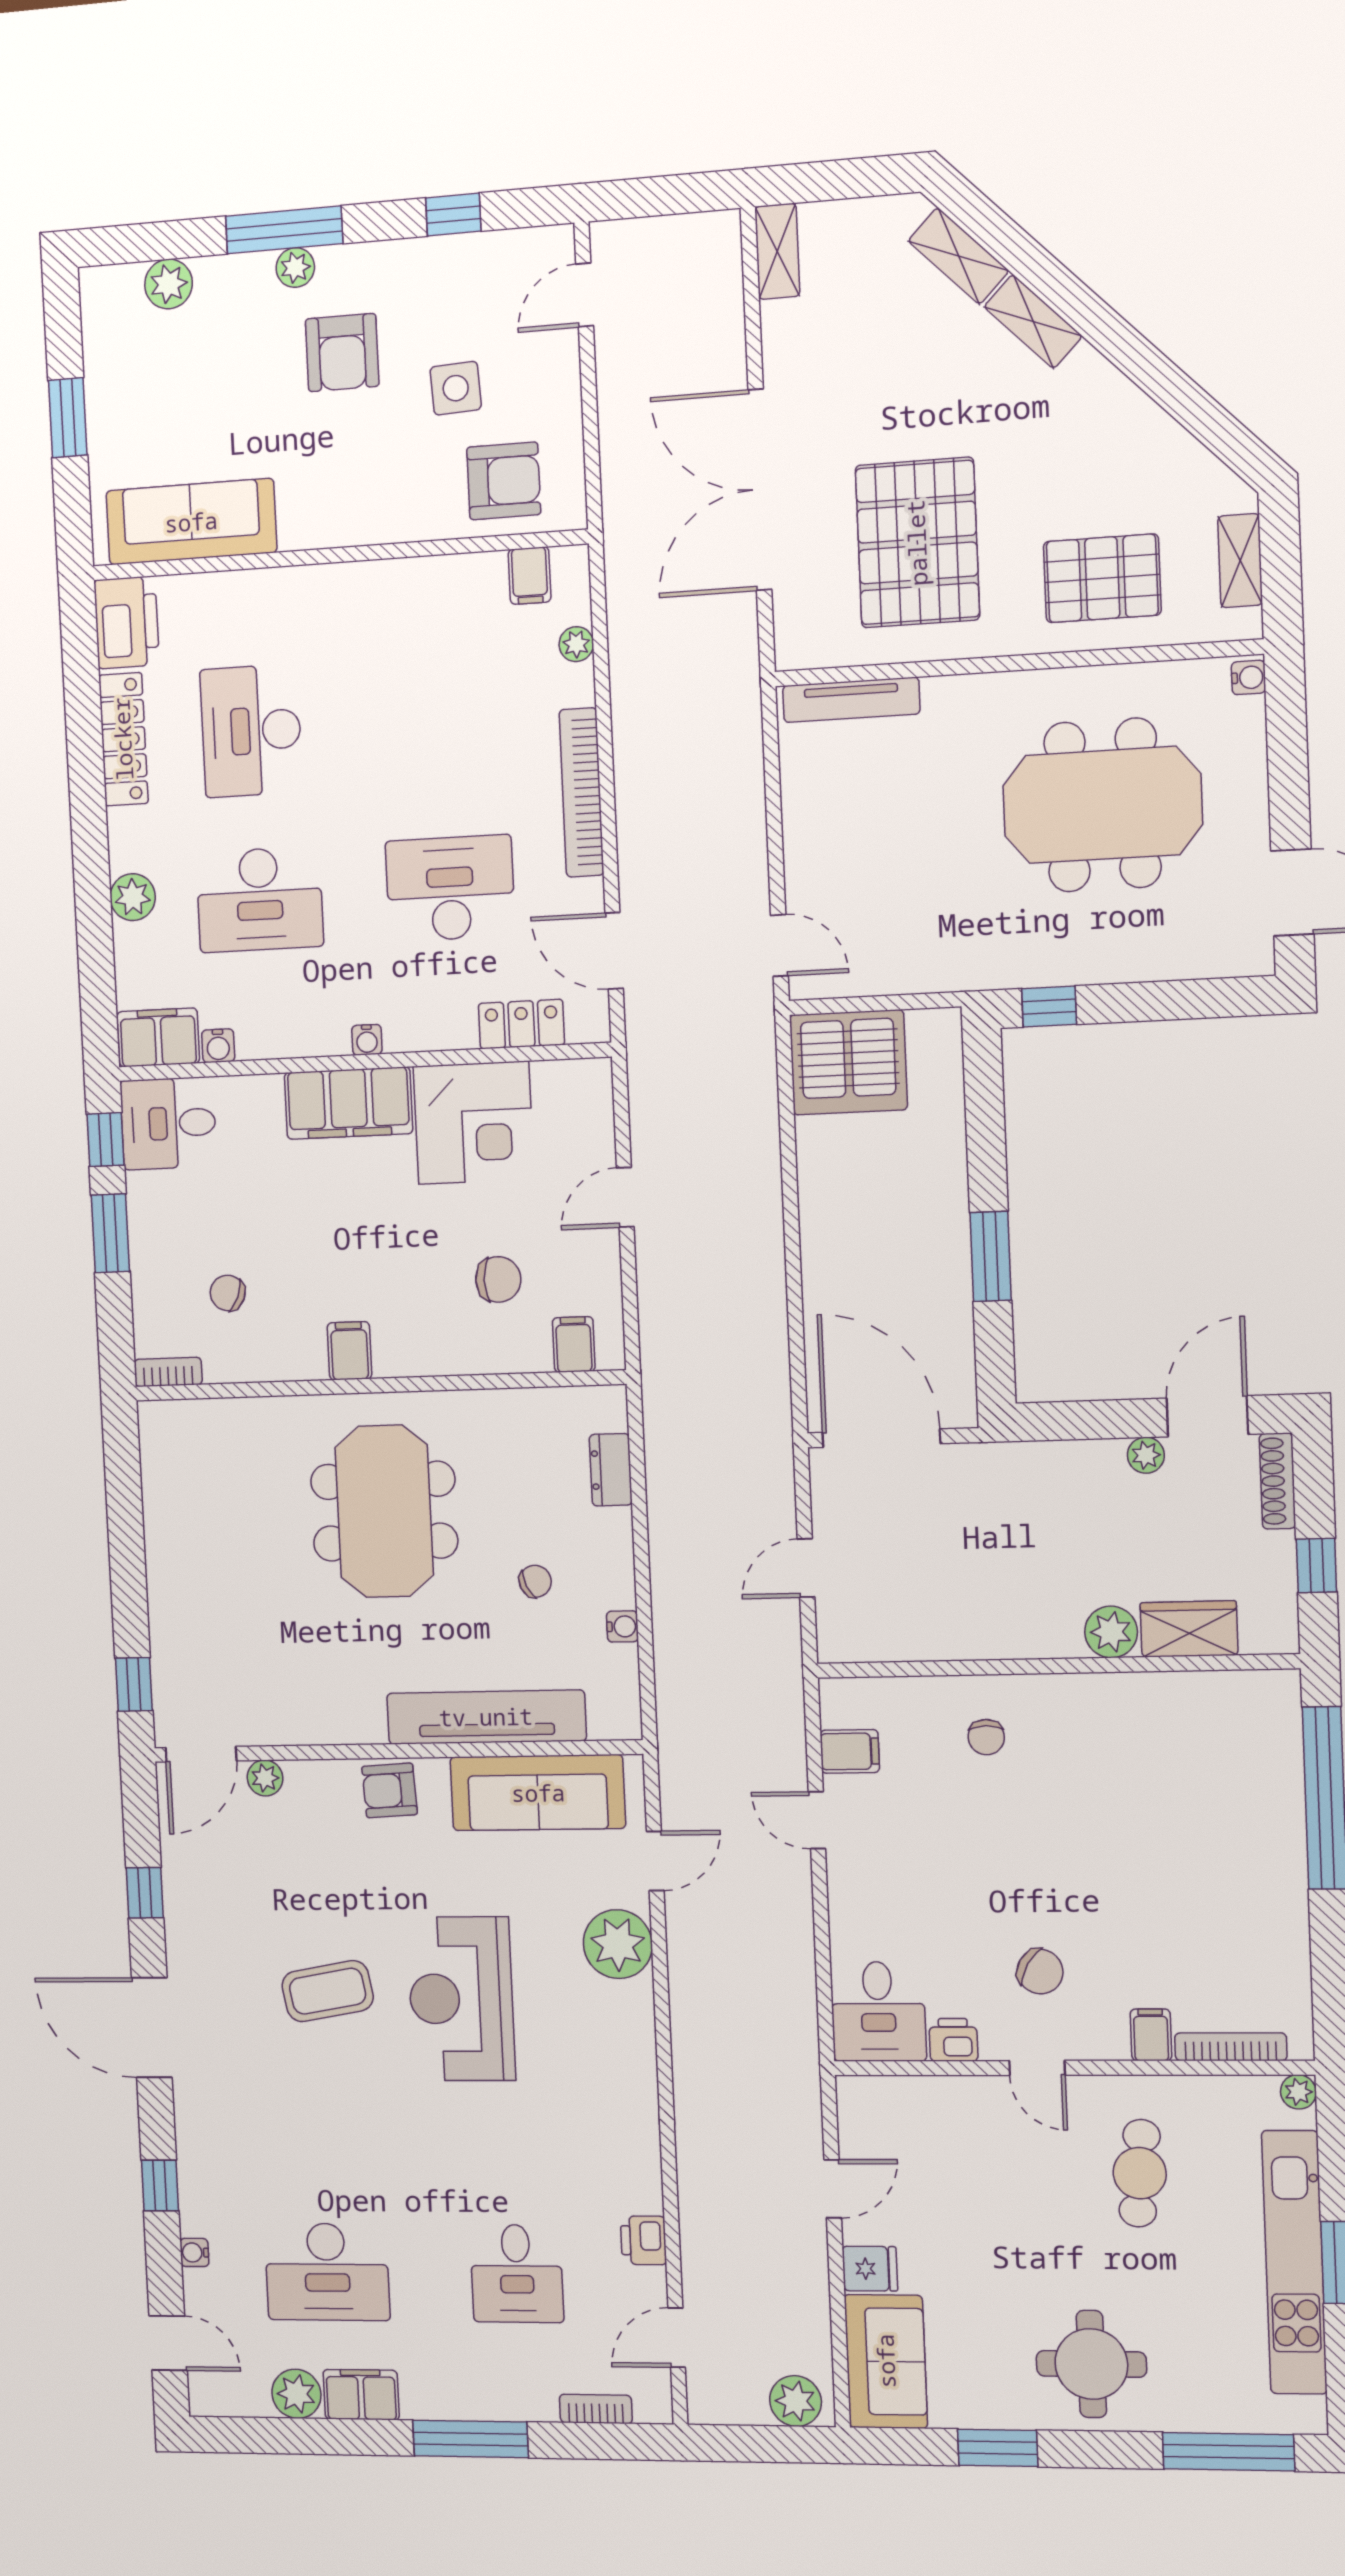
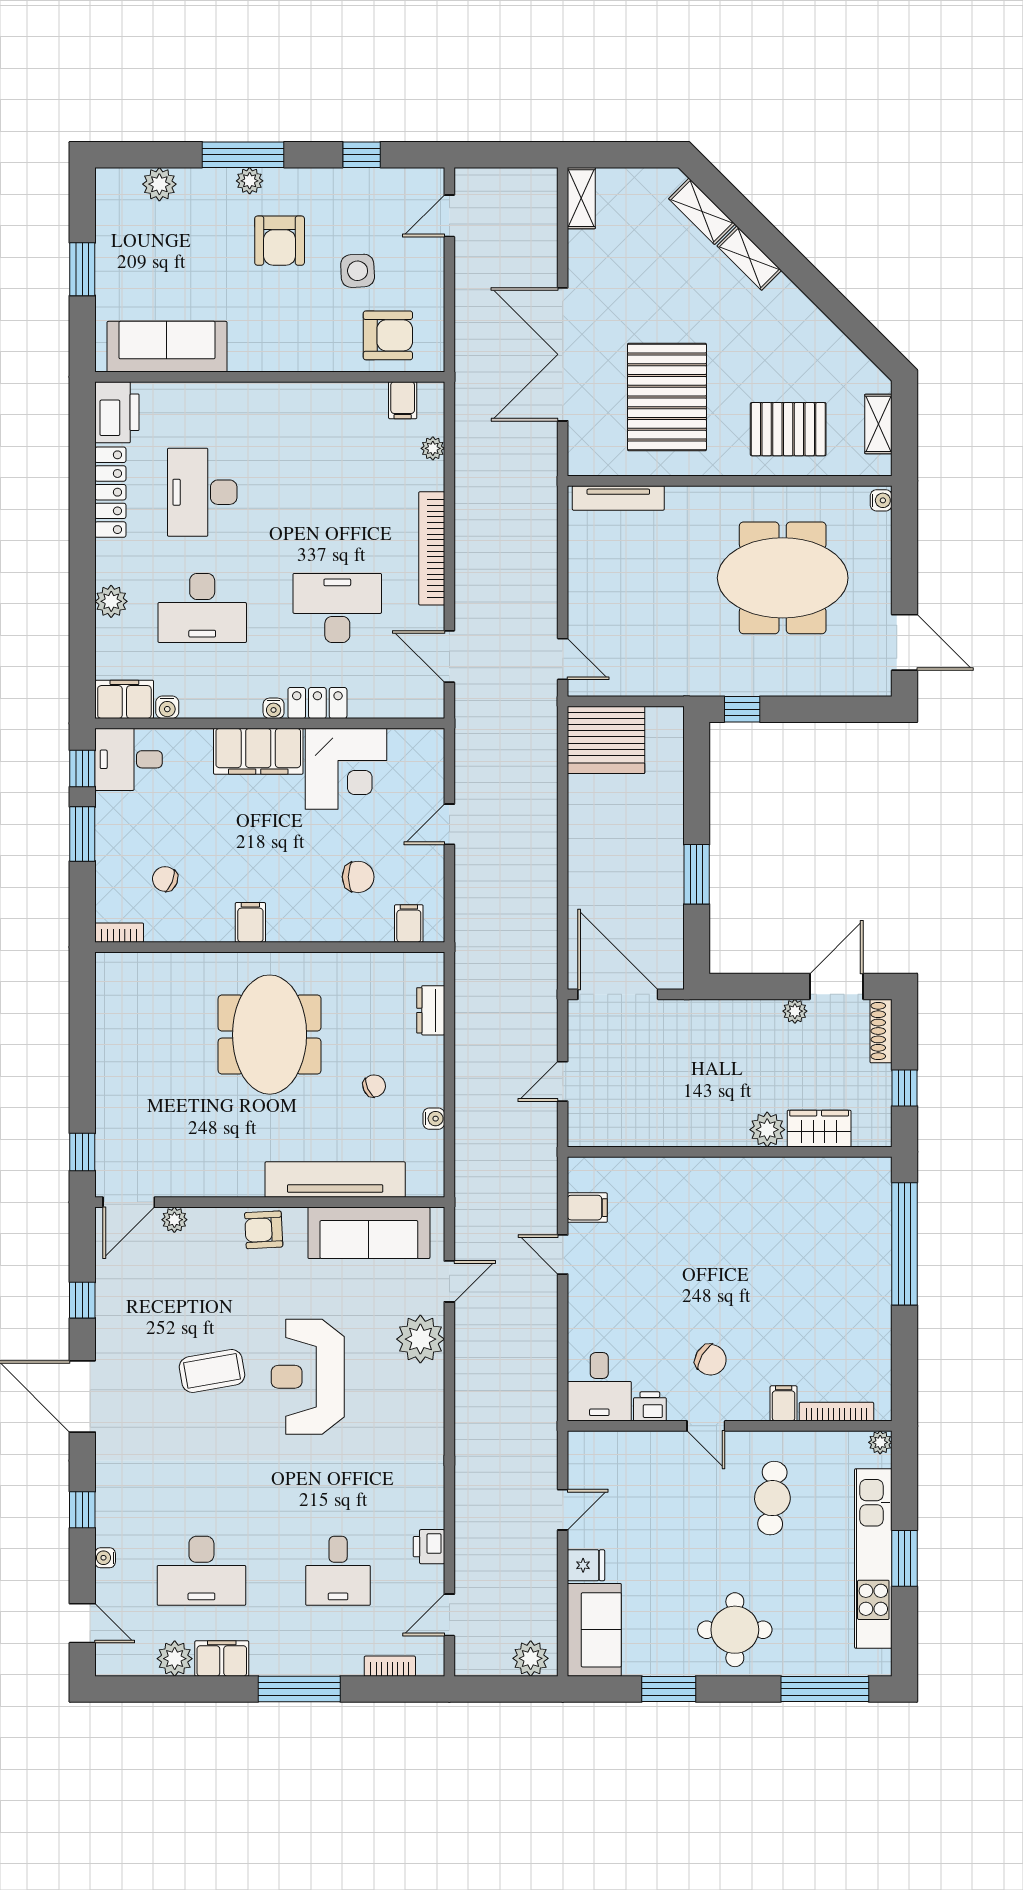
locker: (521, 1024) -> (317, 703), moved
chair: (986, 1737) -> (681, 1199), removed

